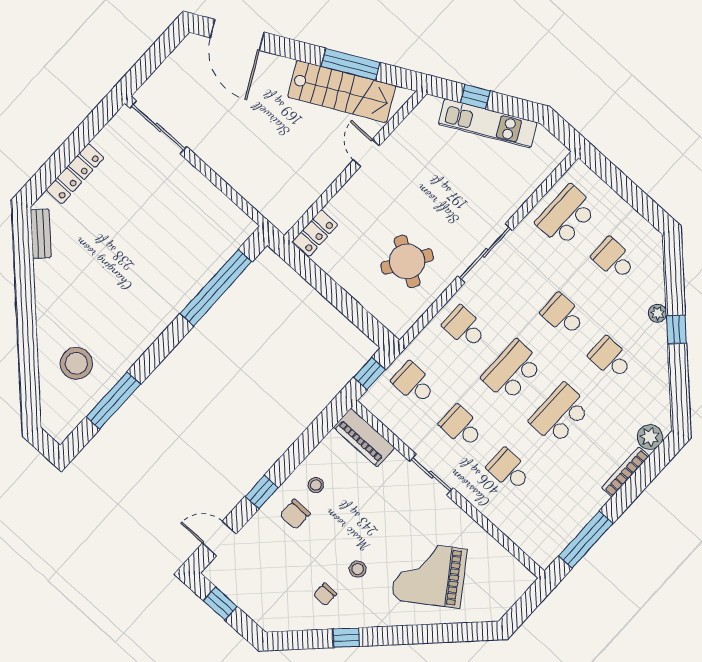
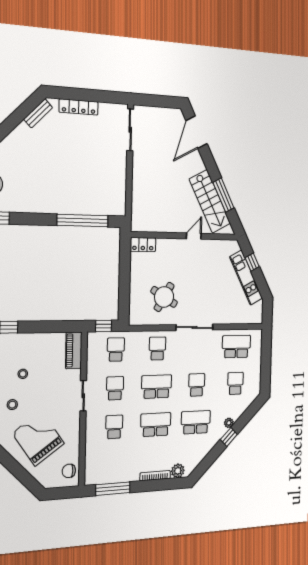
school desk: (611, 358) -> (196, 422), width x1.85
stool: (316, 485) -> (23, 374), moved
chair: (295, 514) -> (69, 471), moved

